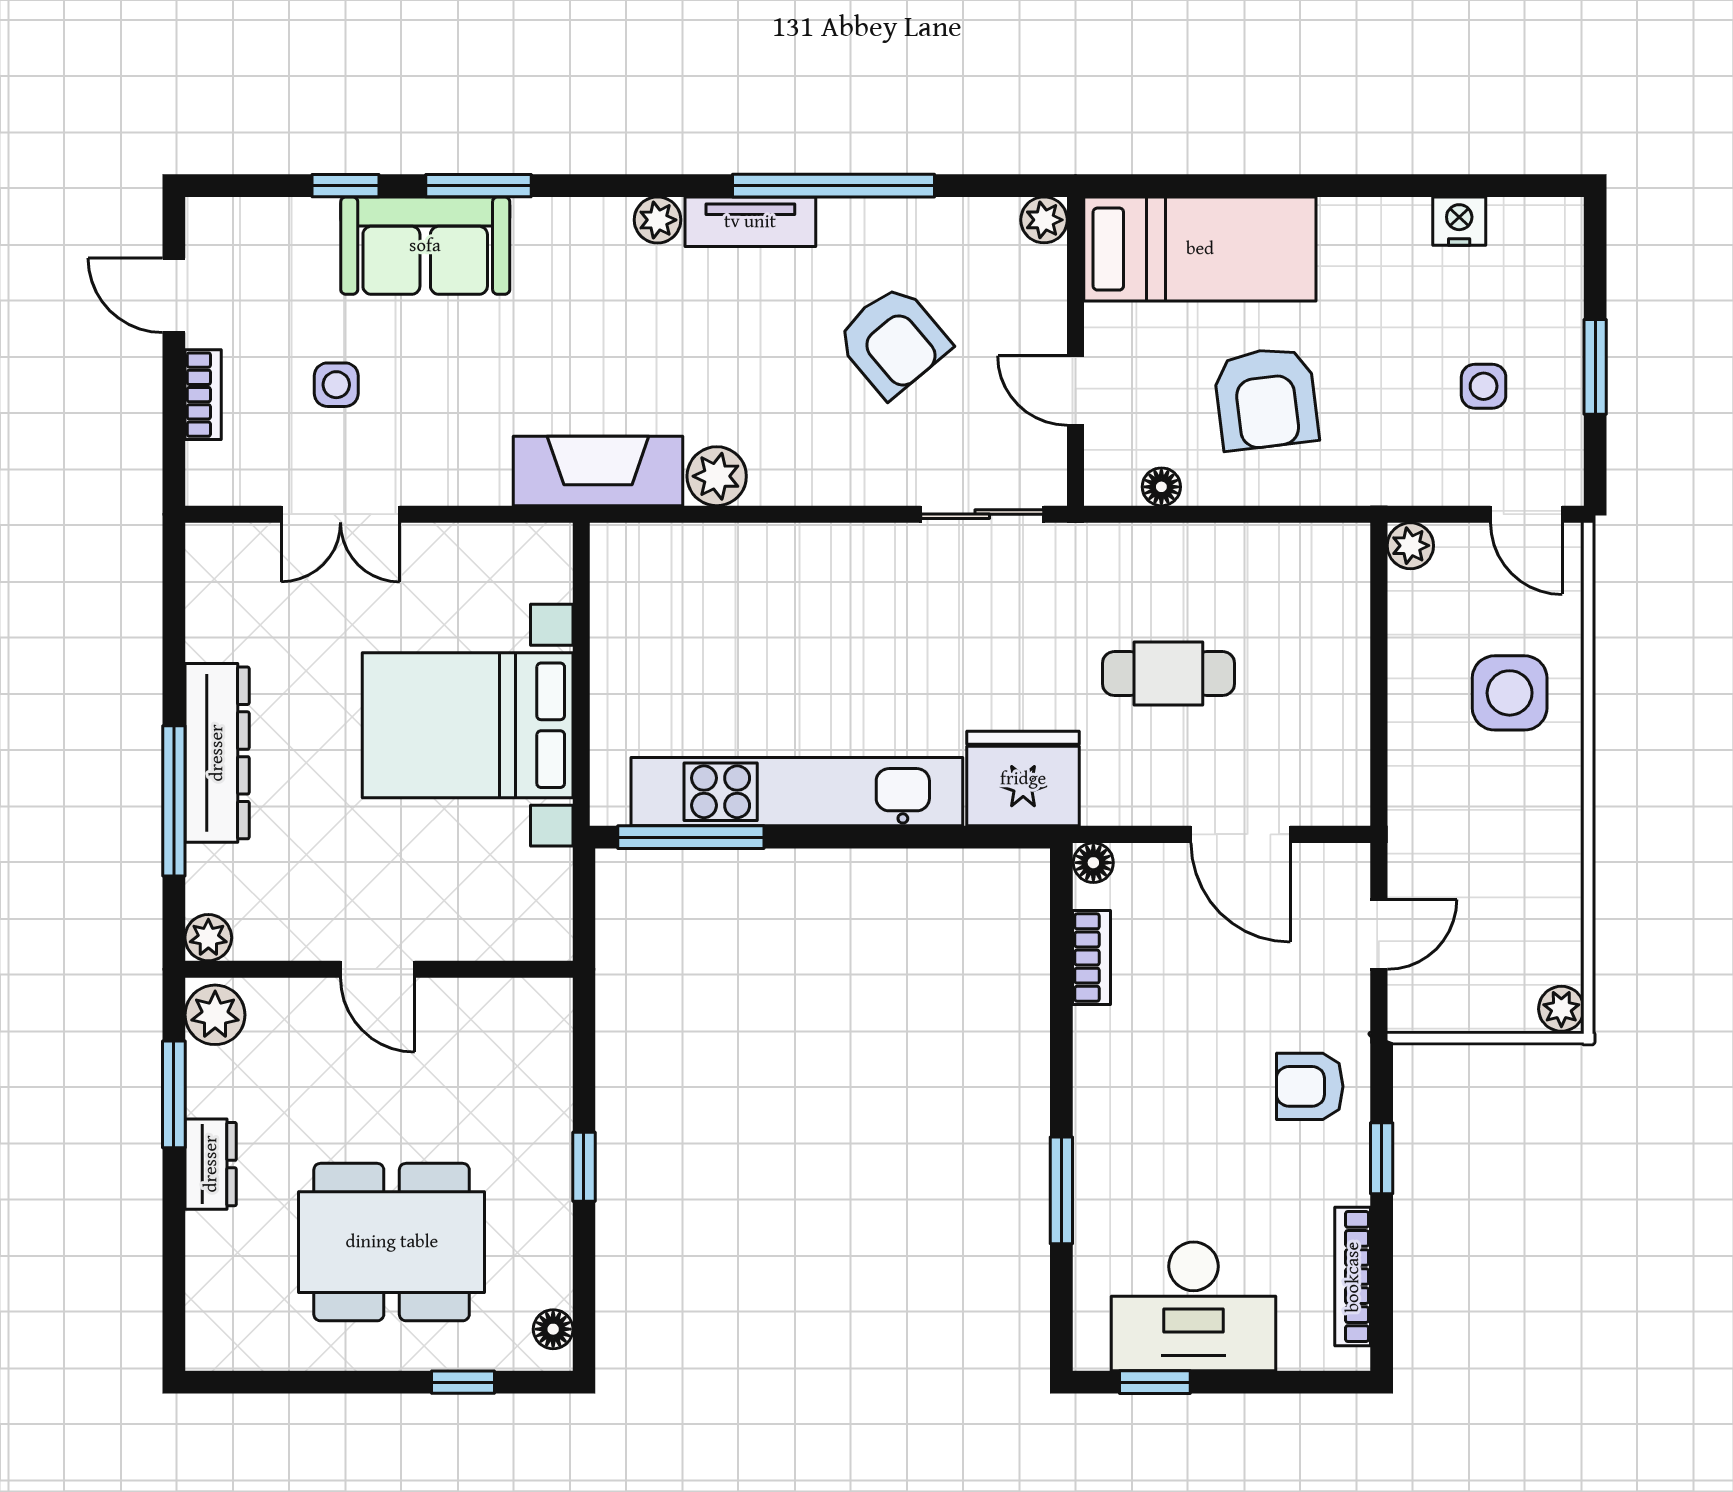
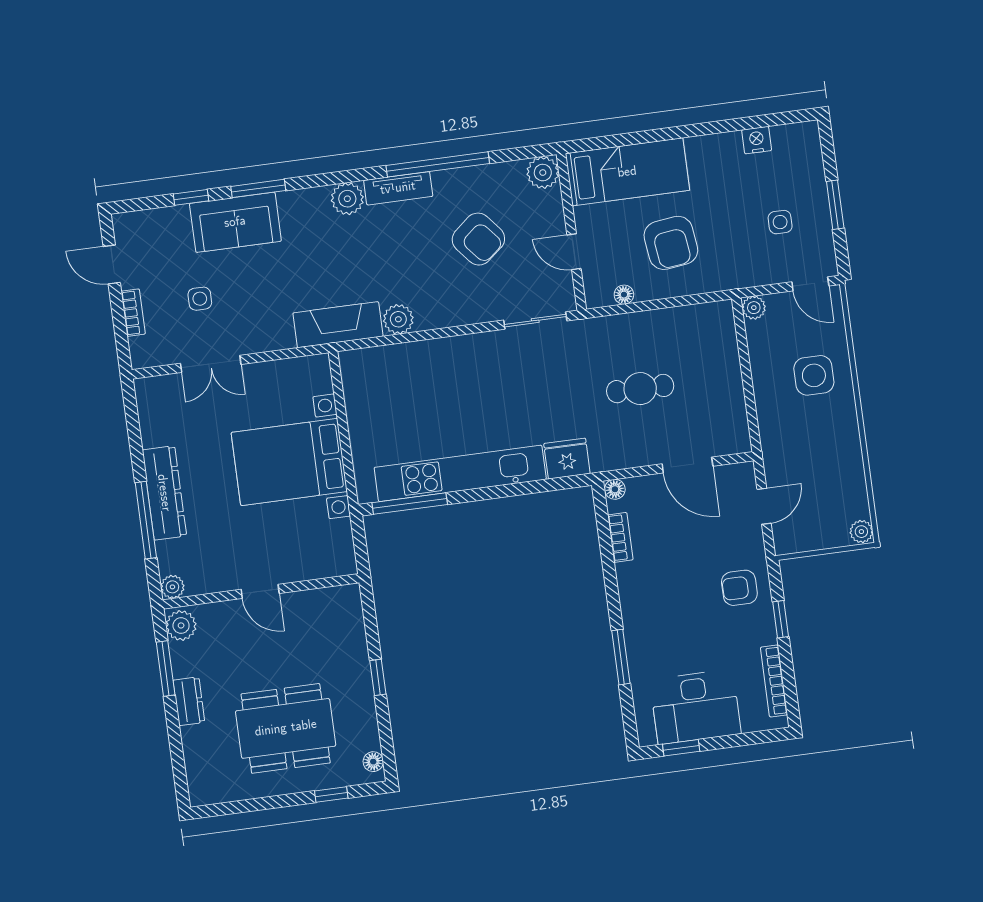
plant: (658, 220) -> (347, 199), width x1.38, depth x1.38
plant: (1044, 220) -> (543, 173), width x1.38, depth x1.38
fridge: (1023, 779) -> (567, 459), width x0.73, depth x0.75

